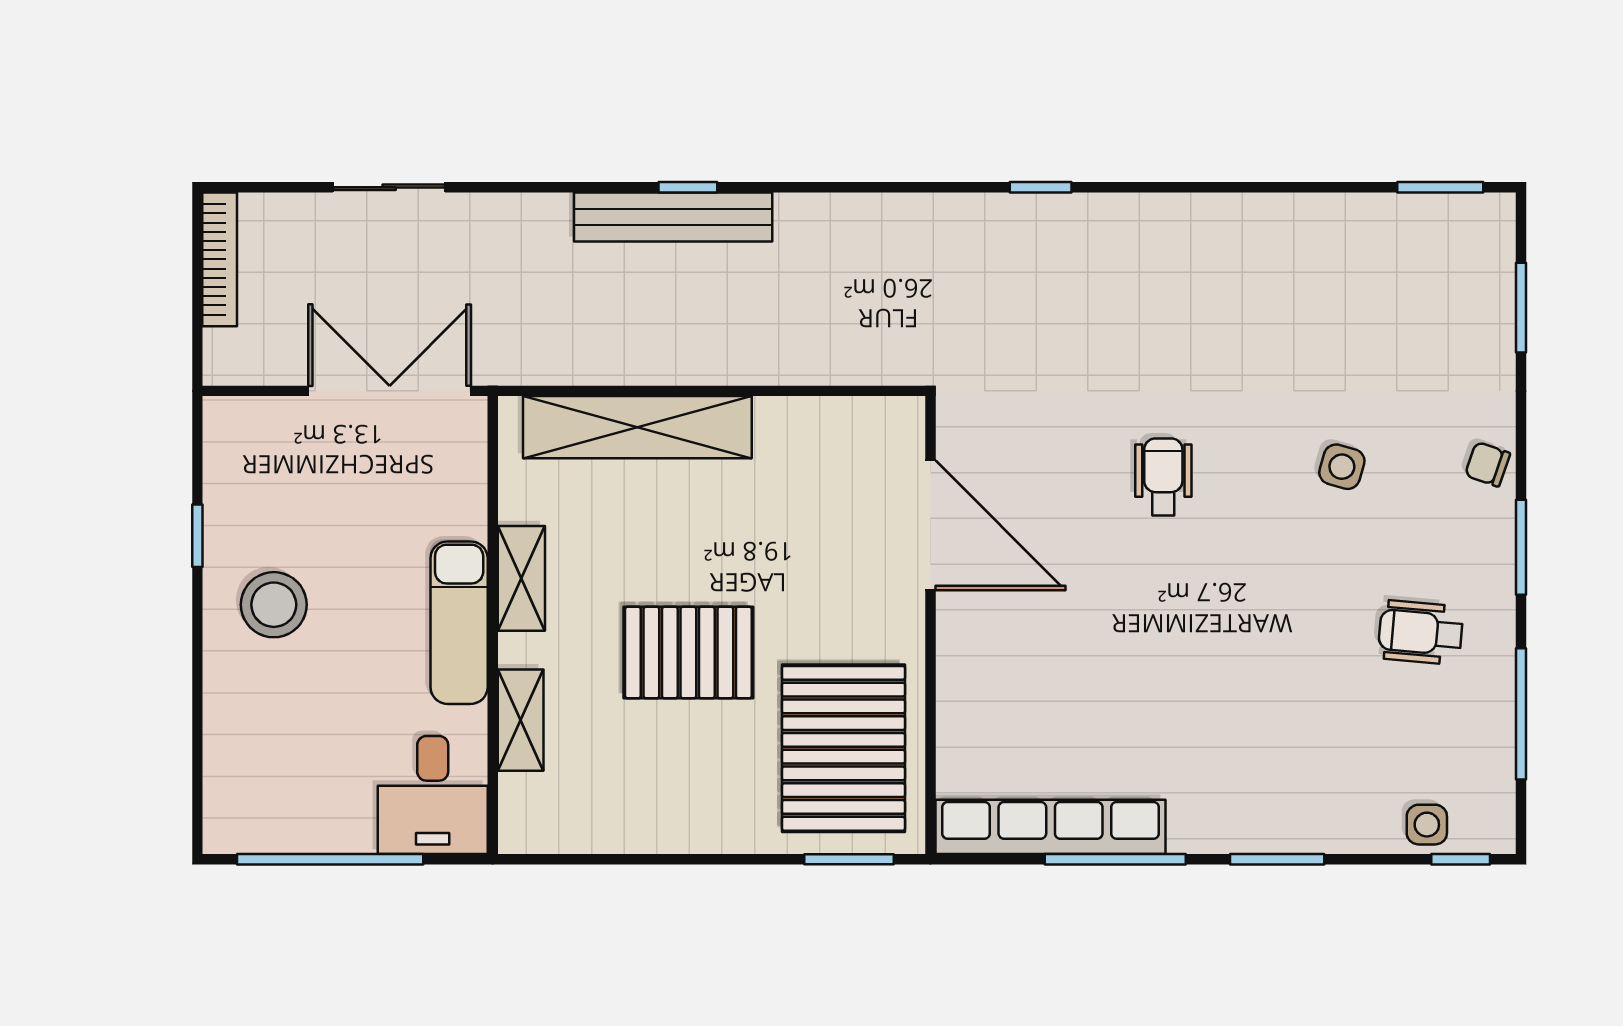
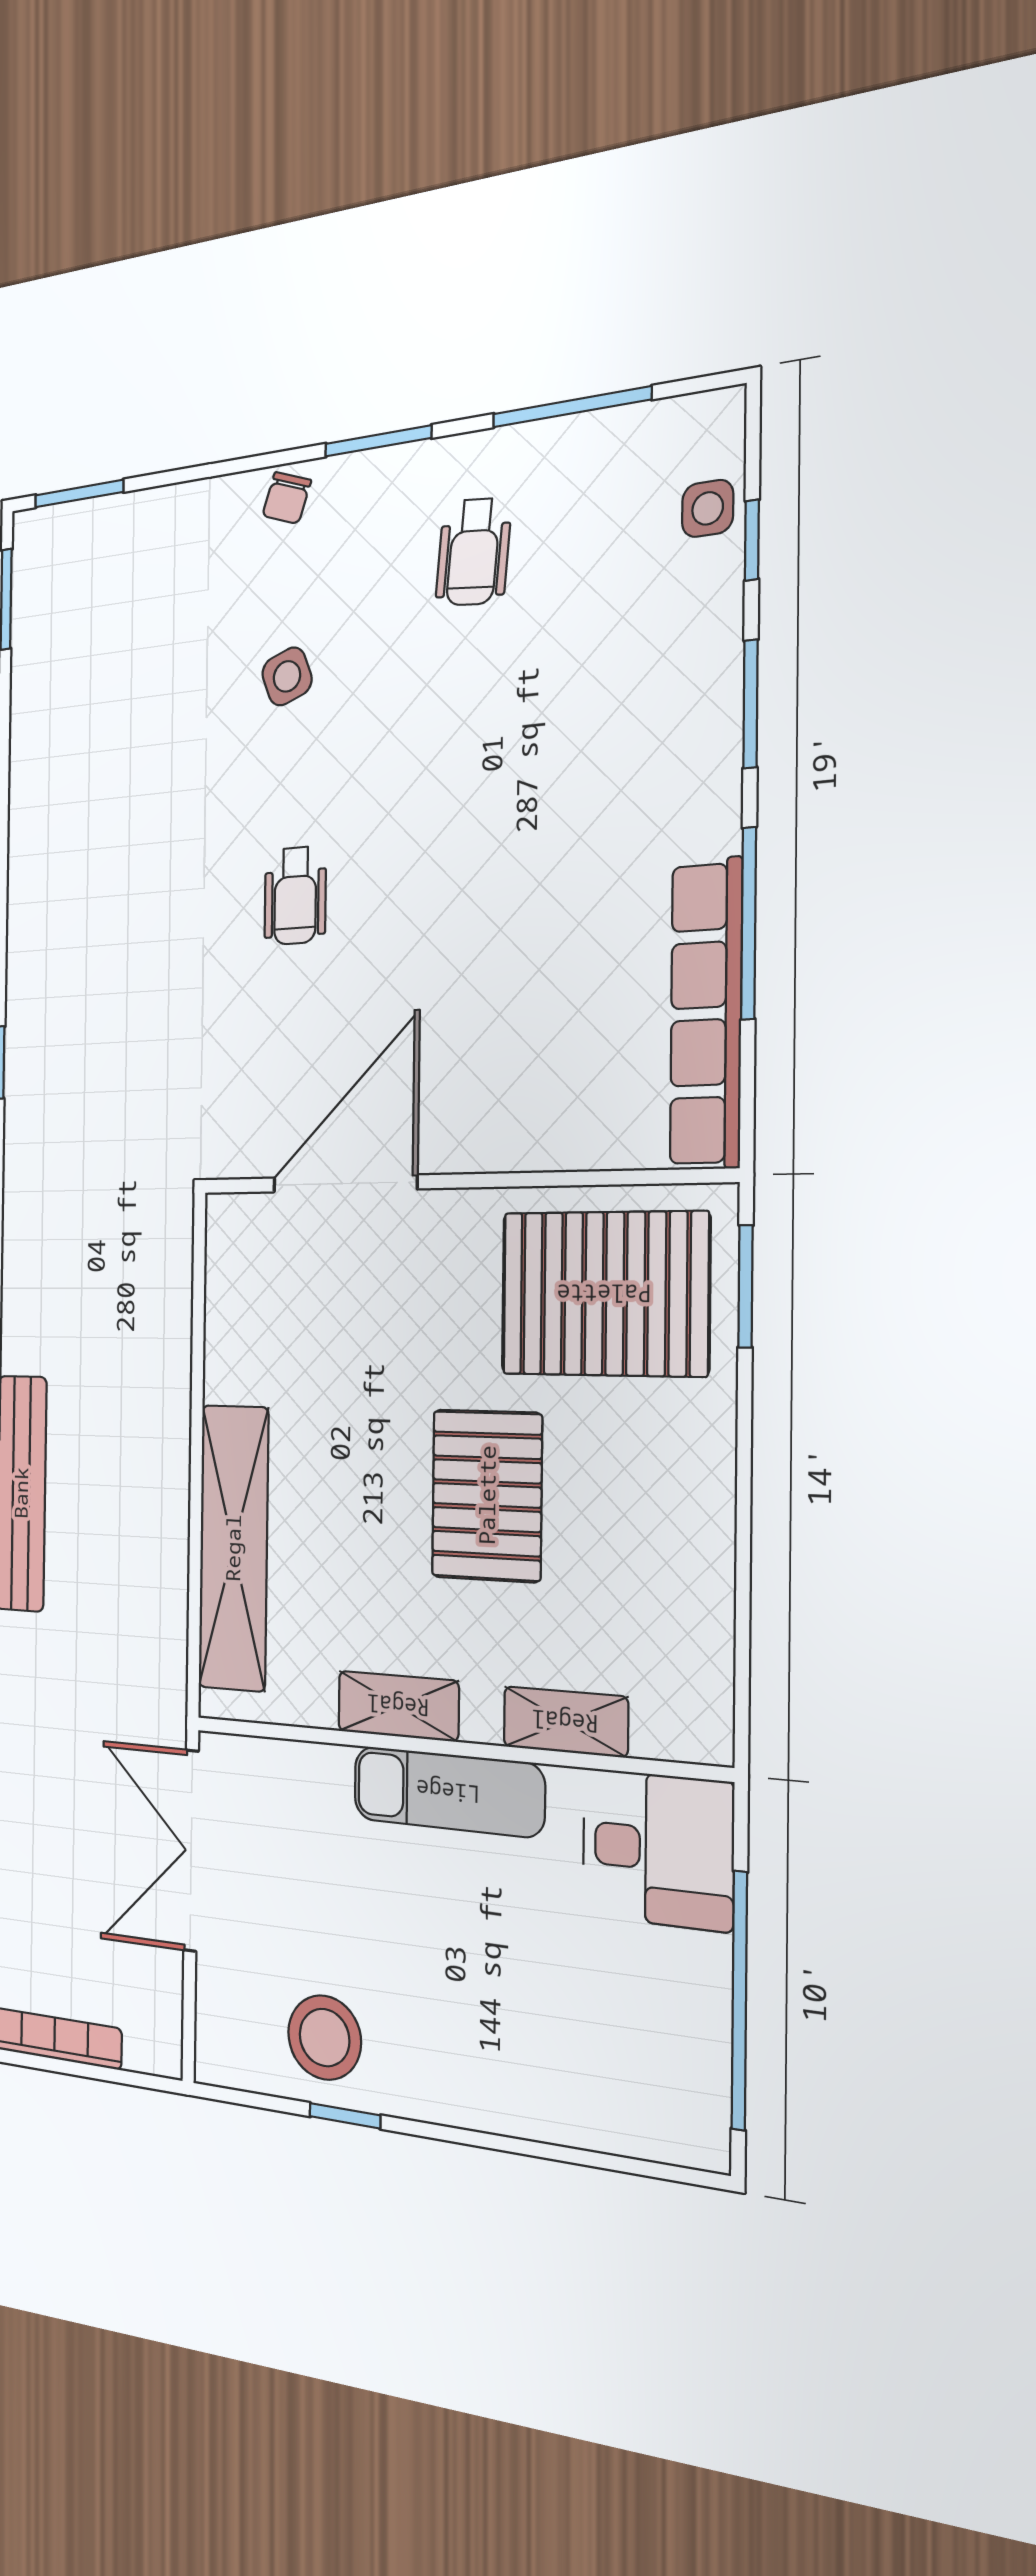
window: (1521, 308) -> (79, 494), moved
side table: (1342, 467) -> (287, 676), turned -37
wheelchair: (1163, 477) -> (295, 896), turned -90
stool: (274, 605) -> (325, 2038), moved
window: (1461, 859) -> (752, 540), moved

